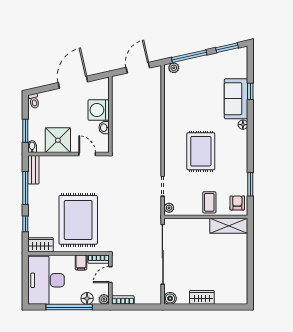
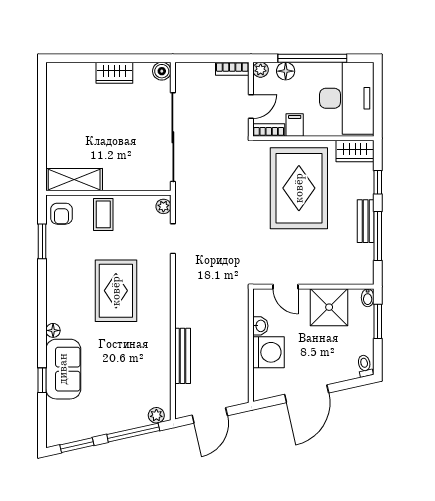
bench: (156, 108) -> (183, 356), added
bench: (33, 170) -> (366, 221), moved

